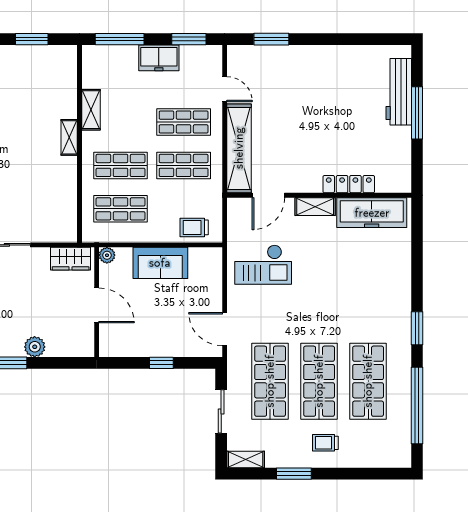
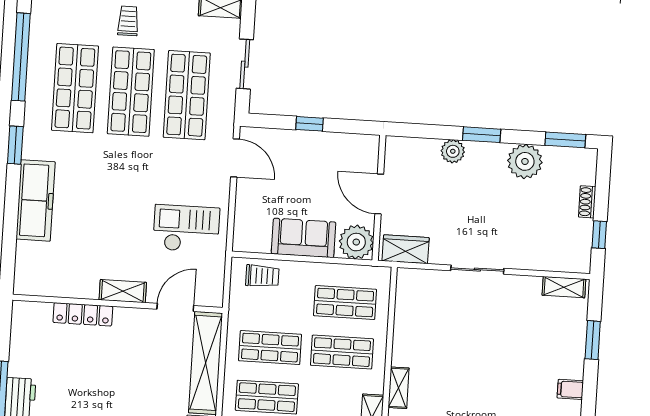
freezer: (372, 213) -> (36, 200), moved, turned 90
plant: (107, 255) -> (356, 242), width x1.88, depth x1.88
trolley: (325, 443) -> (128, 21), turned -90

